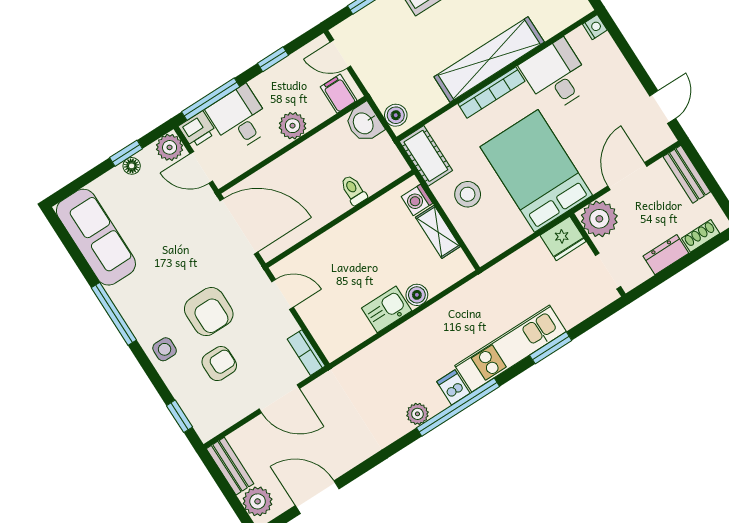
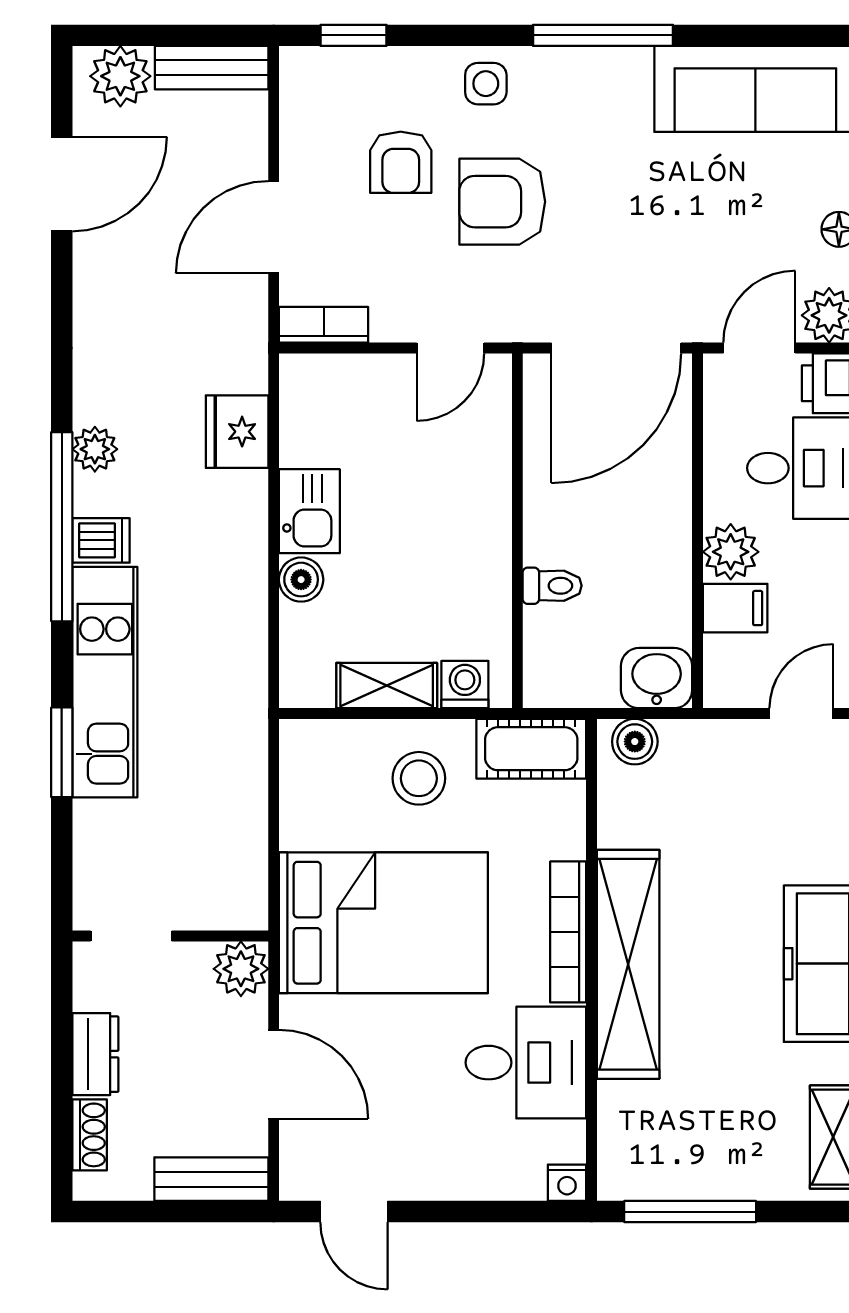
filing cabinet: (339, 94) -> (735, 608), moved
plant: (599, 219) -> (241, 969), width x0.73, depth x0.73
fridge: (563, 238) -> (237, 432), moved

